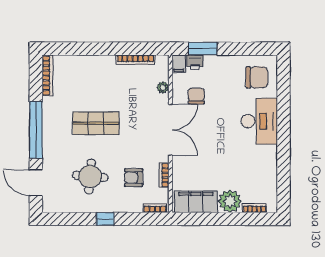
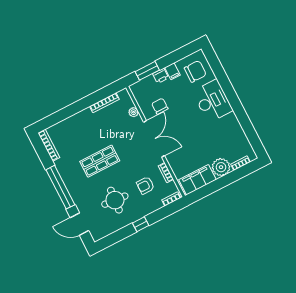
printer: (195, 62) -> (161, 76), moved
filing cabinet: (179, 64) -> (172, 71), moved

